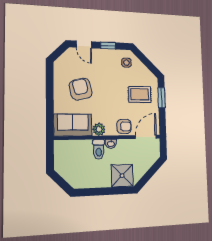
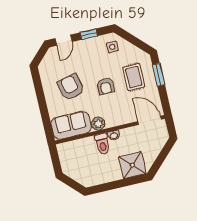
door: (84, 44) -> (64, 40), hinge flipped
rug: (140, 94) -> (134, 77), turned 90
armchair: (124, 126) -> (106, 86), moved, turned 90
door: (146, 137) -> (150, 120), hinge flipped

